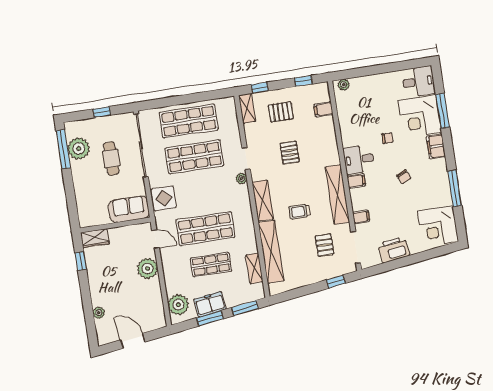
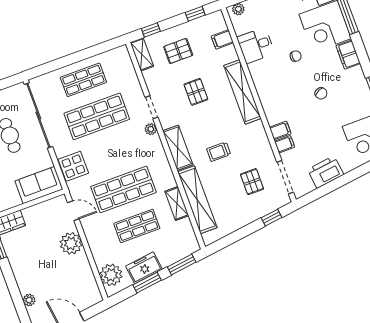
shop shelf: (189, 121) -> (83, 80), width x0.70, depth x0.74
desk: (359, 159) -> (256, 45), moved
filing cabinet: (356, 181) -> (280, 130), moved
shelving: (337, 195) -> (243, 92), moved
shelving: (254, 268) -> (177, 203), moved

